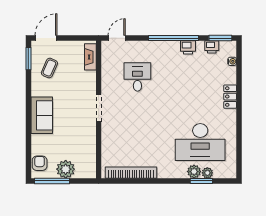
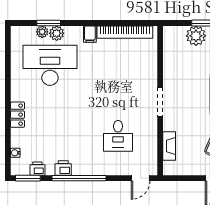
fireplace: (90, 57) -> (169, 146), moved
filing cabinet: (163, 171) -> (90, 34), added

